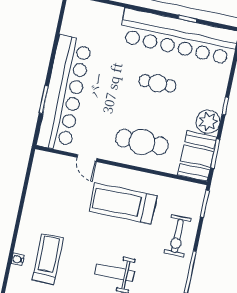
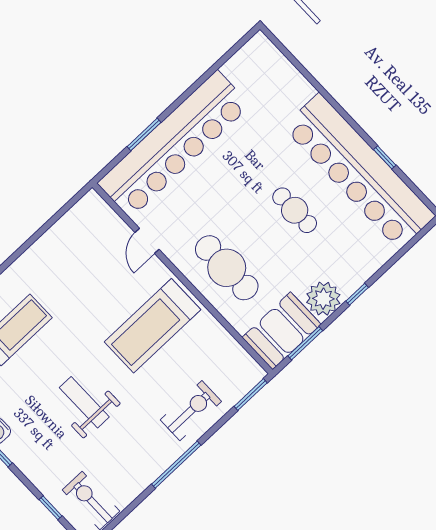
treadmill: (123, 203) -> (152, 326), turned -90
exercise bike: (177, 236) -> (191, 411), turned 180

